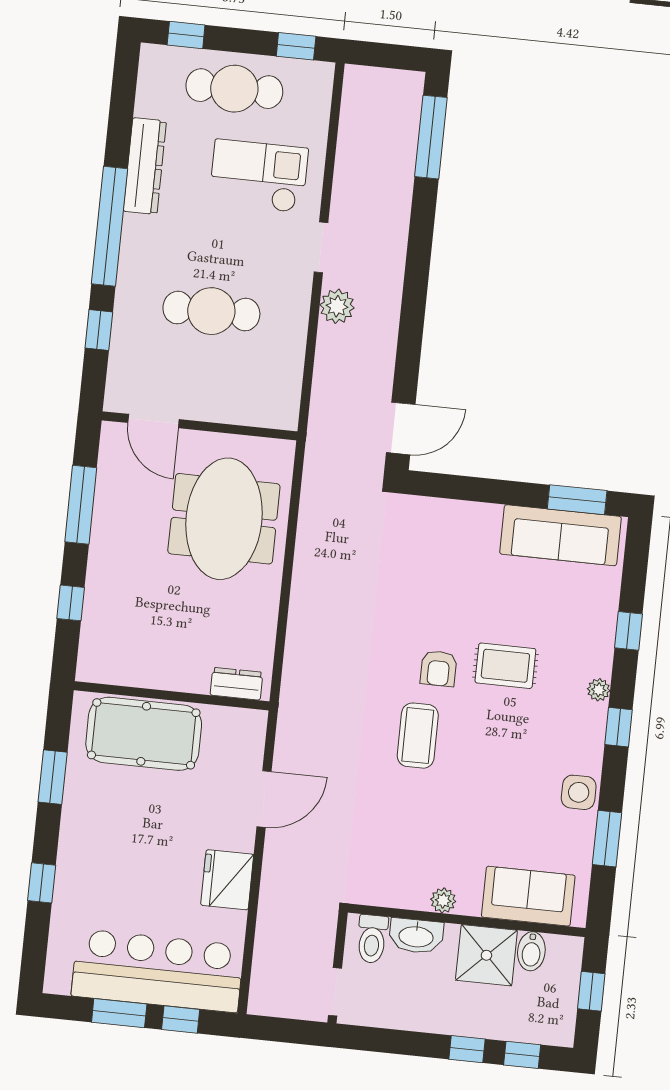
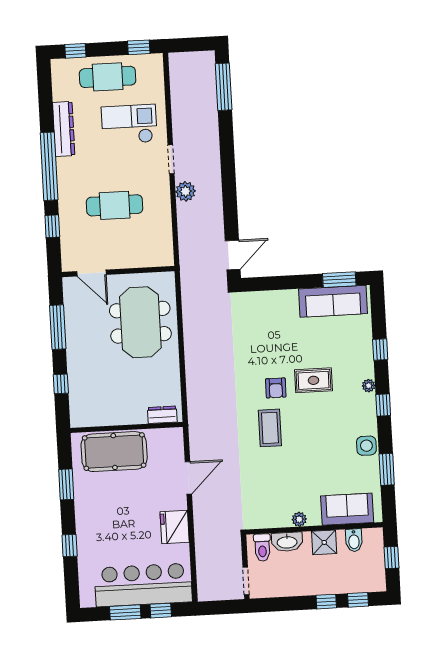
shower: (486, 955) -> (324, 542), width x0.73, depth x0.73

